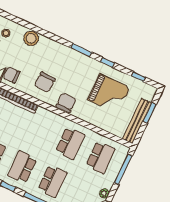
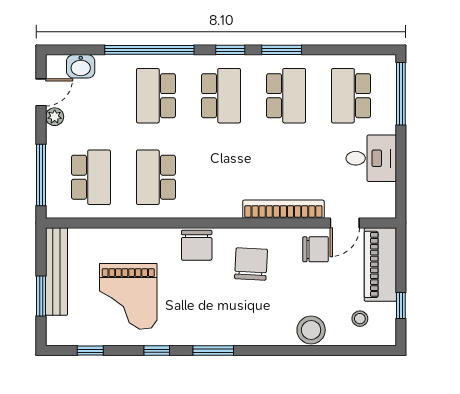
grand piano: (109, 94) -> (128, 296), turned -90
school desk: (100, 157) -> (91, 177), turned 180

